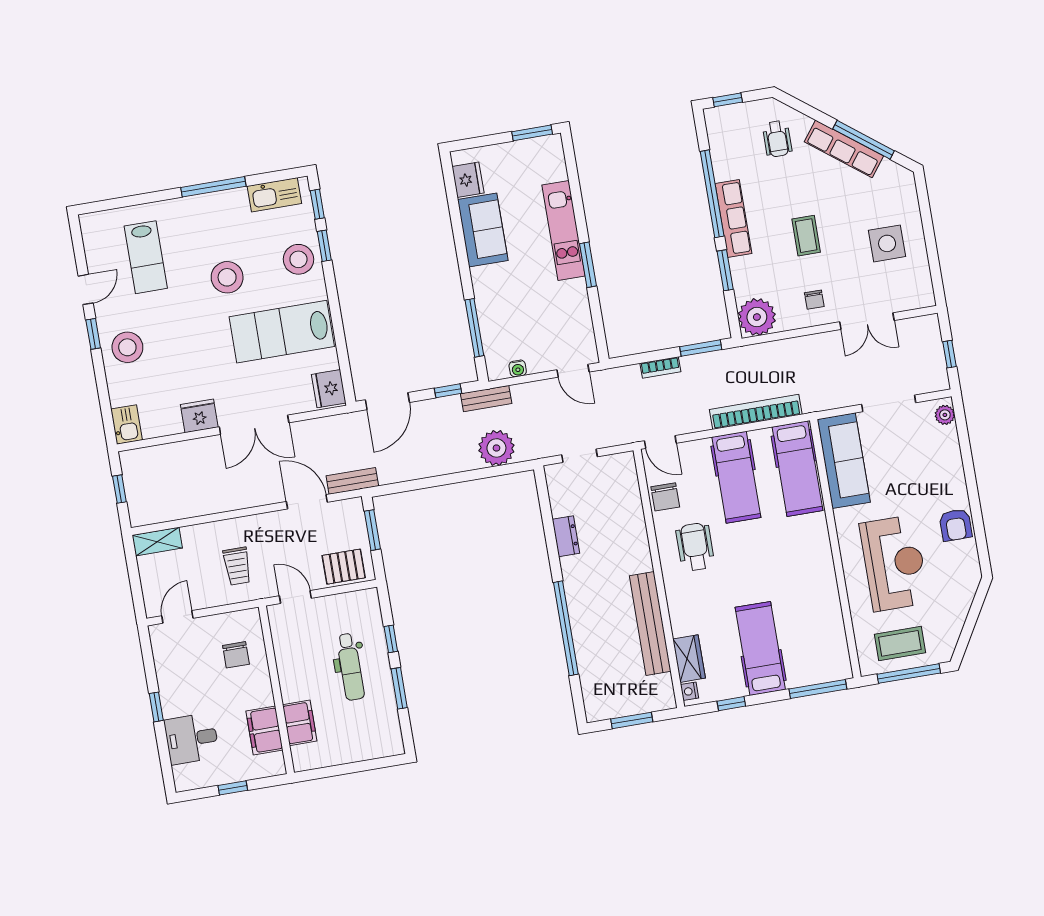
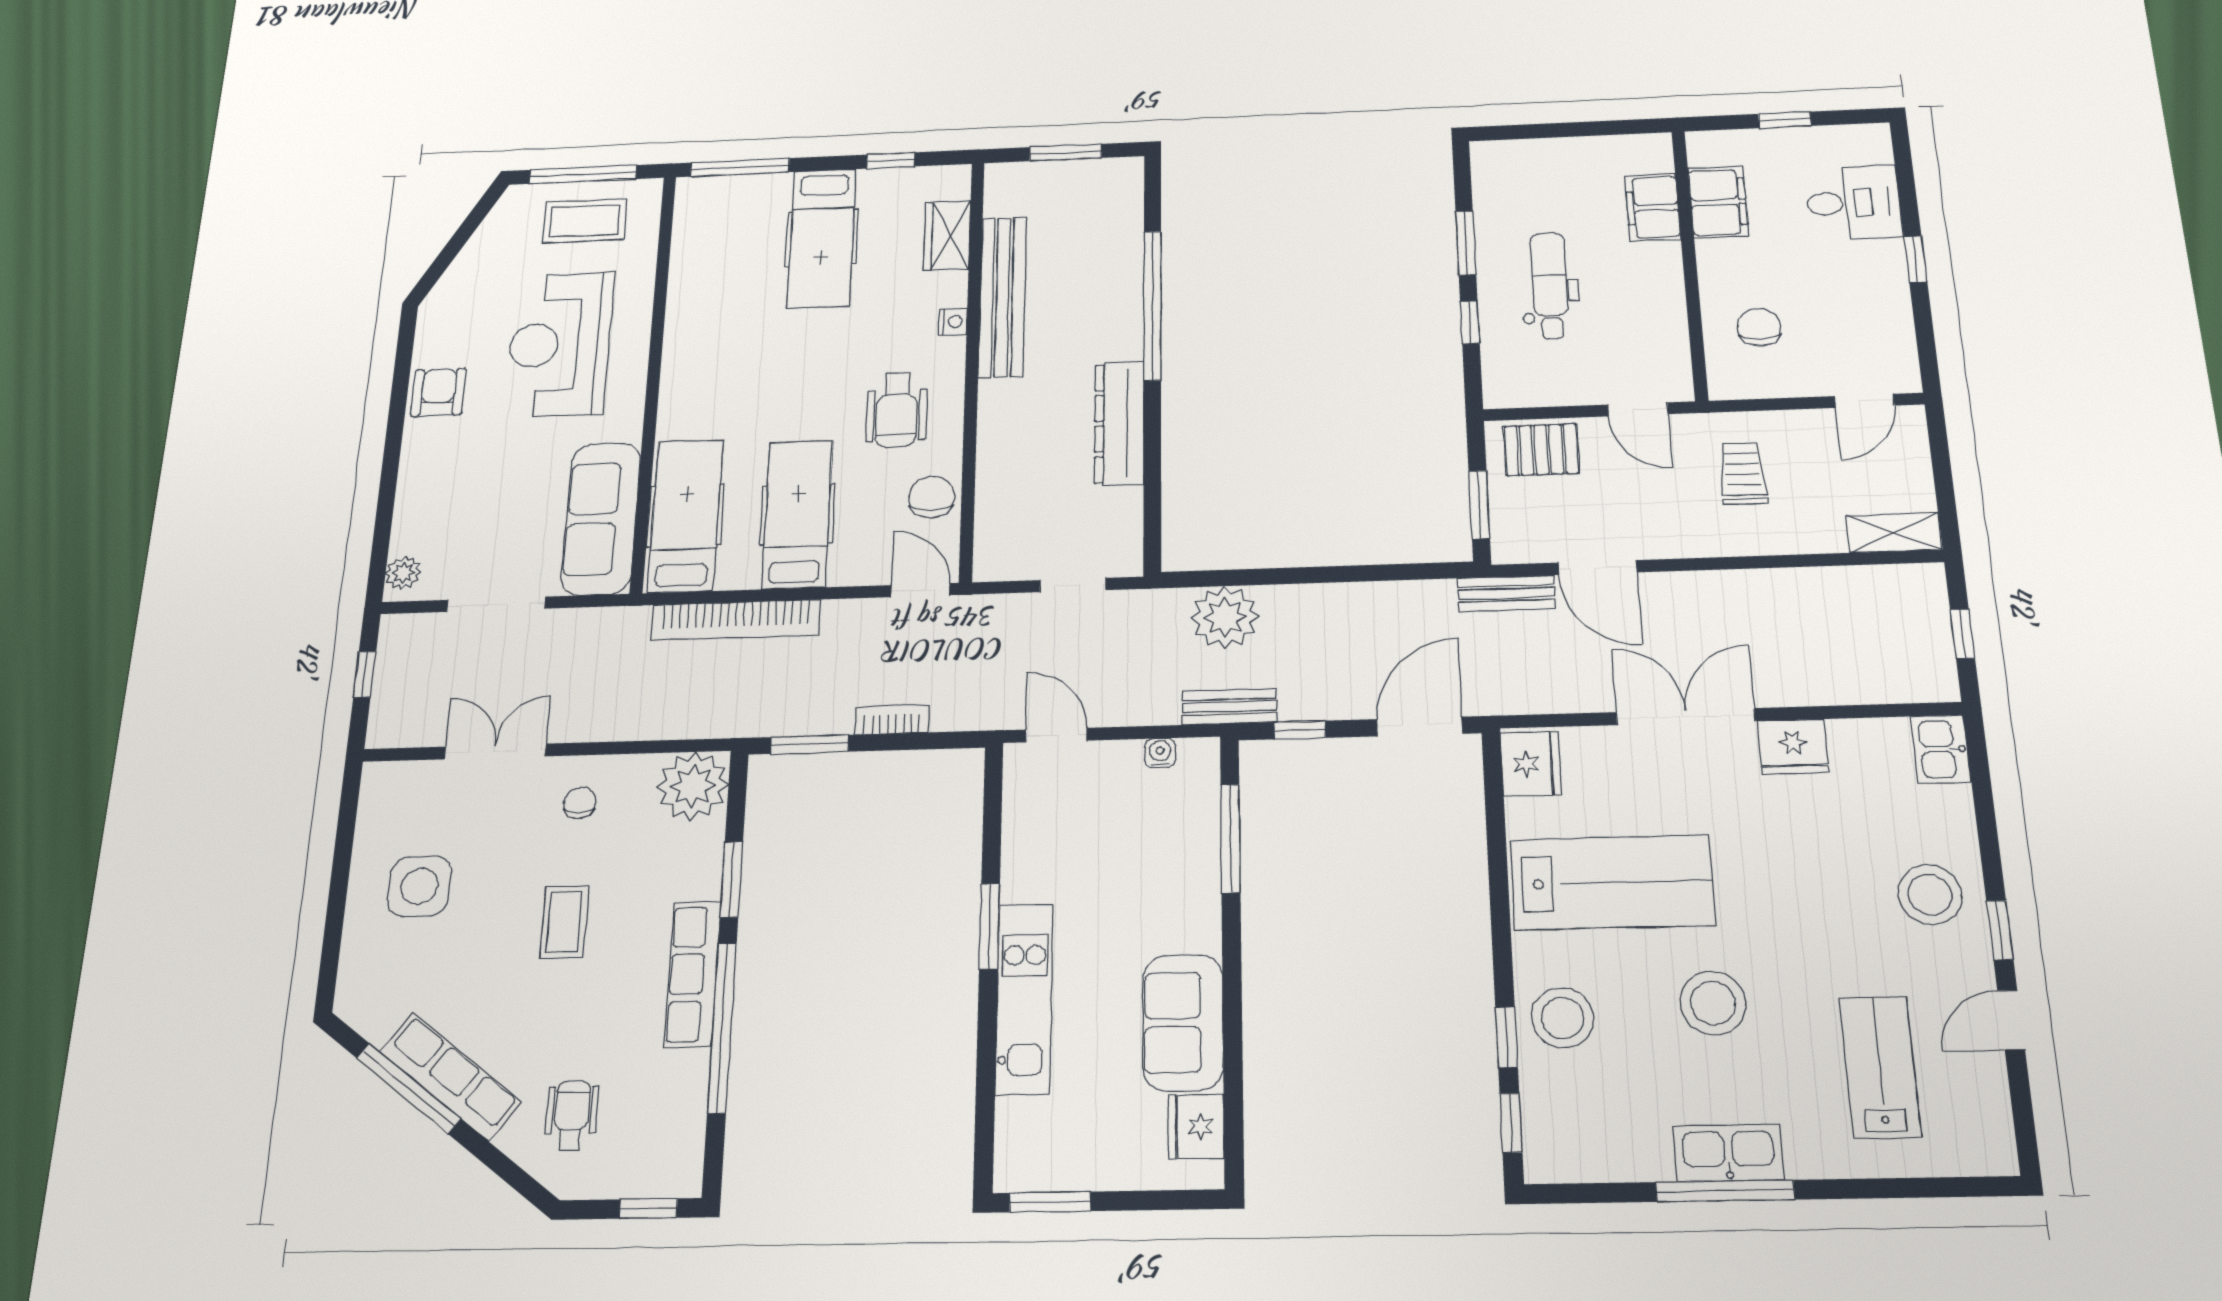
kitchen sink: (274, 195) -> (1728, 1153), moved
dresser: (566, 536) -> (1119, 423), width x1.96, depth x1.24
nightstand: (690, 691) -> (953, 322), moved

